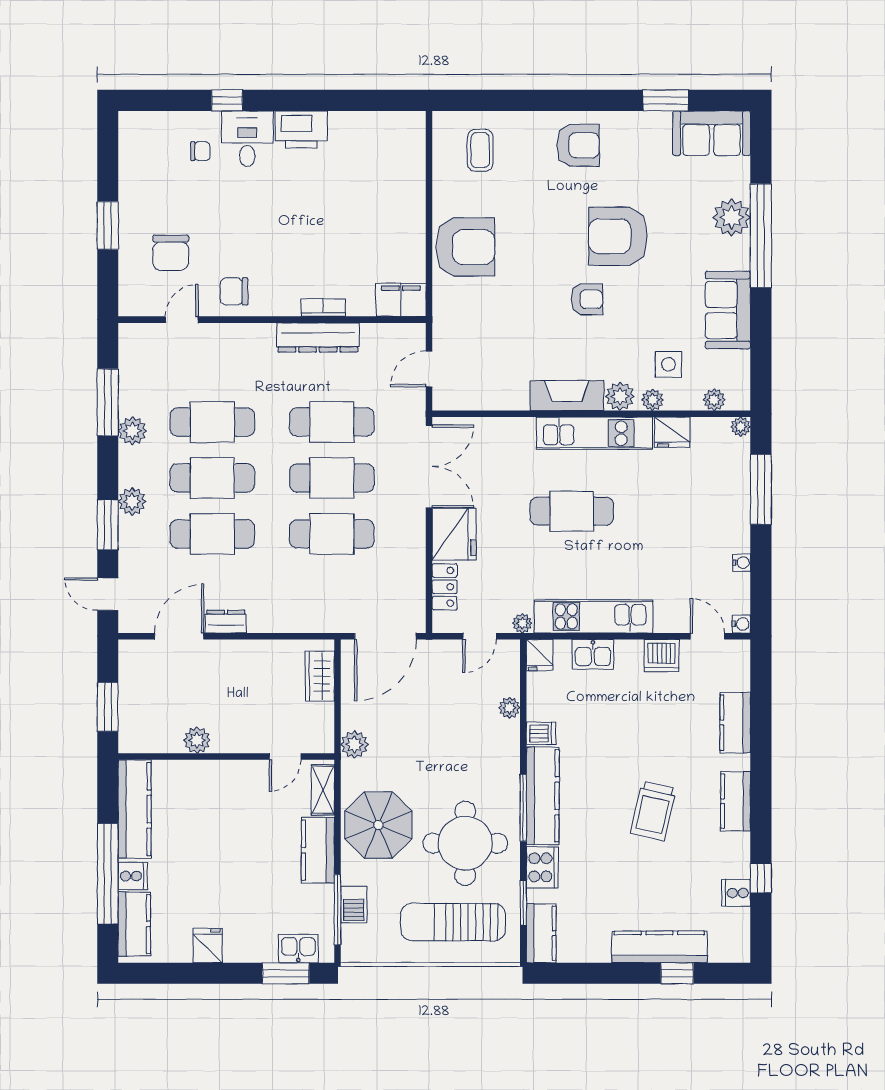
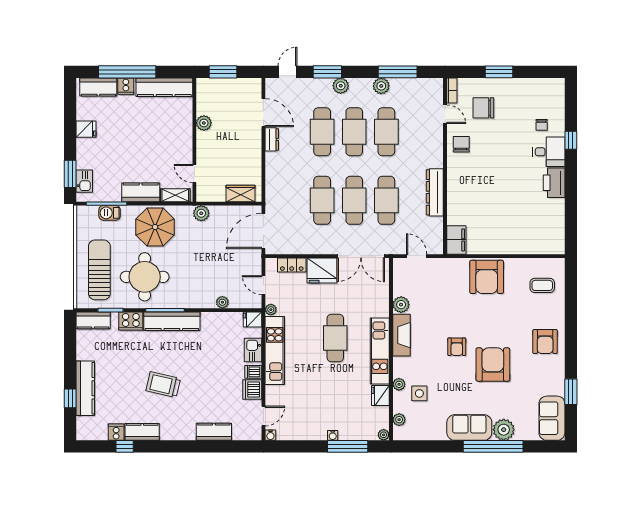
bookcase: (323, 308) -> (452, 90), moved
sofa: (728, 310) -> (469, 428), moved
plant: (620, 396) -> (401, 305), moved
water cooler: (742, 563) -> (333, 435), moved
door: (385, 636) -> (263, 231), hinge flipped
dishwasher: (541, 733) -> (253, 372), moved, turned 90
kitchen counter: (736, 801) -> (142, 432), moved

